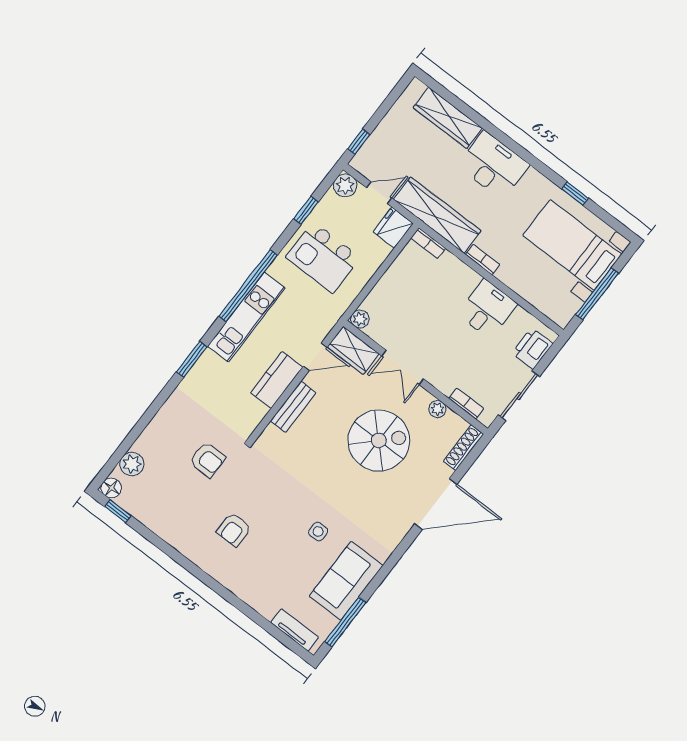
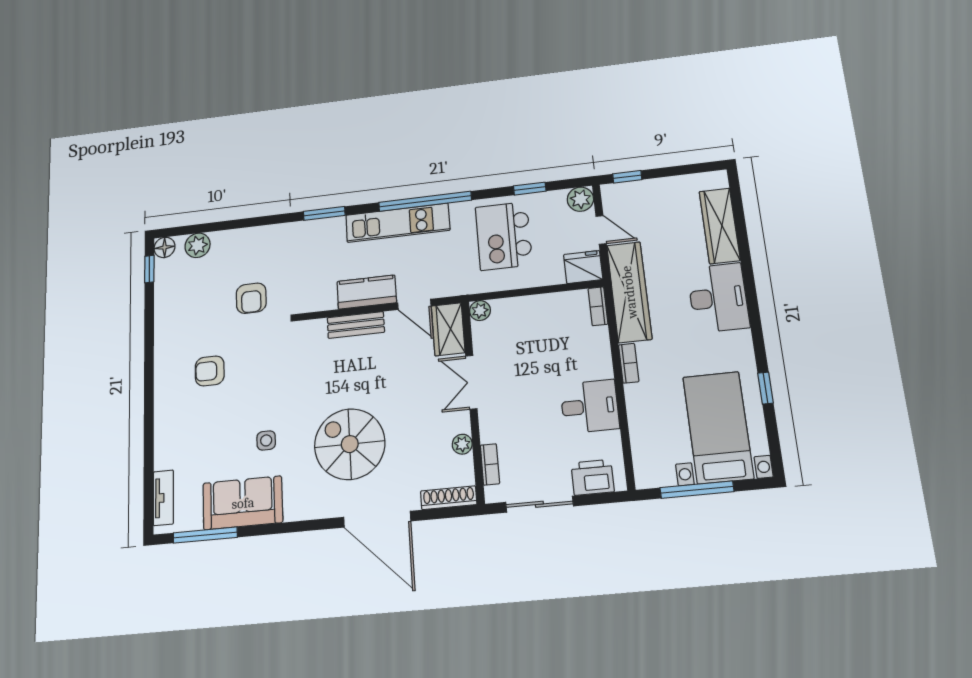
spiral stairs: (379, 440) -> (350, 444), moved, turned 180

